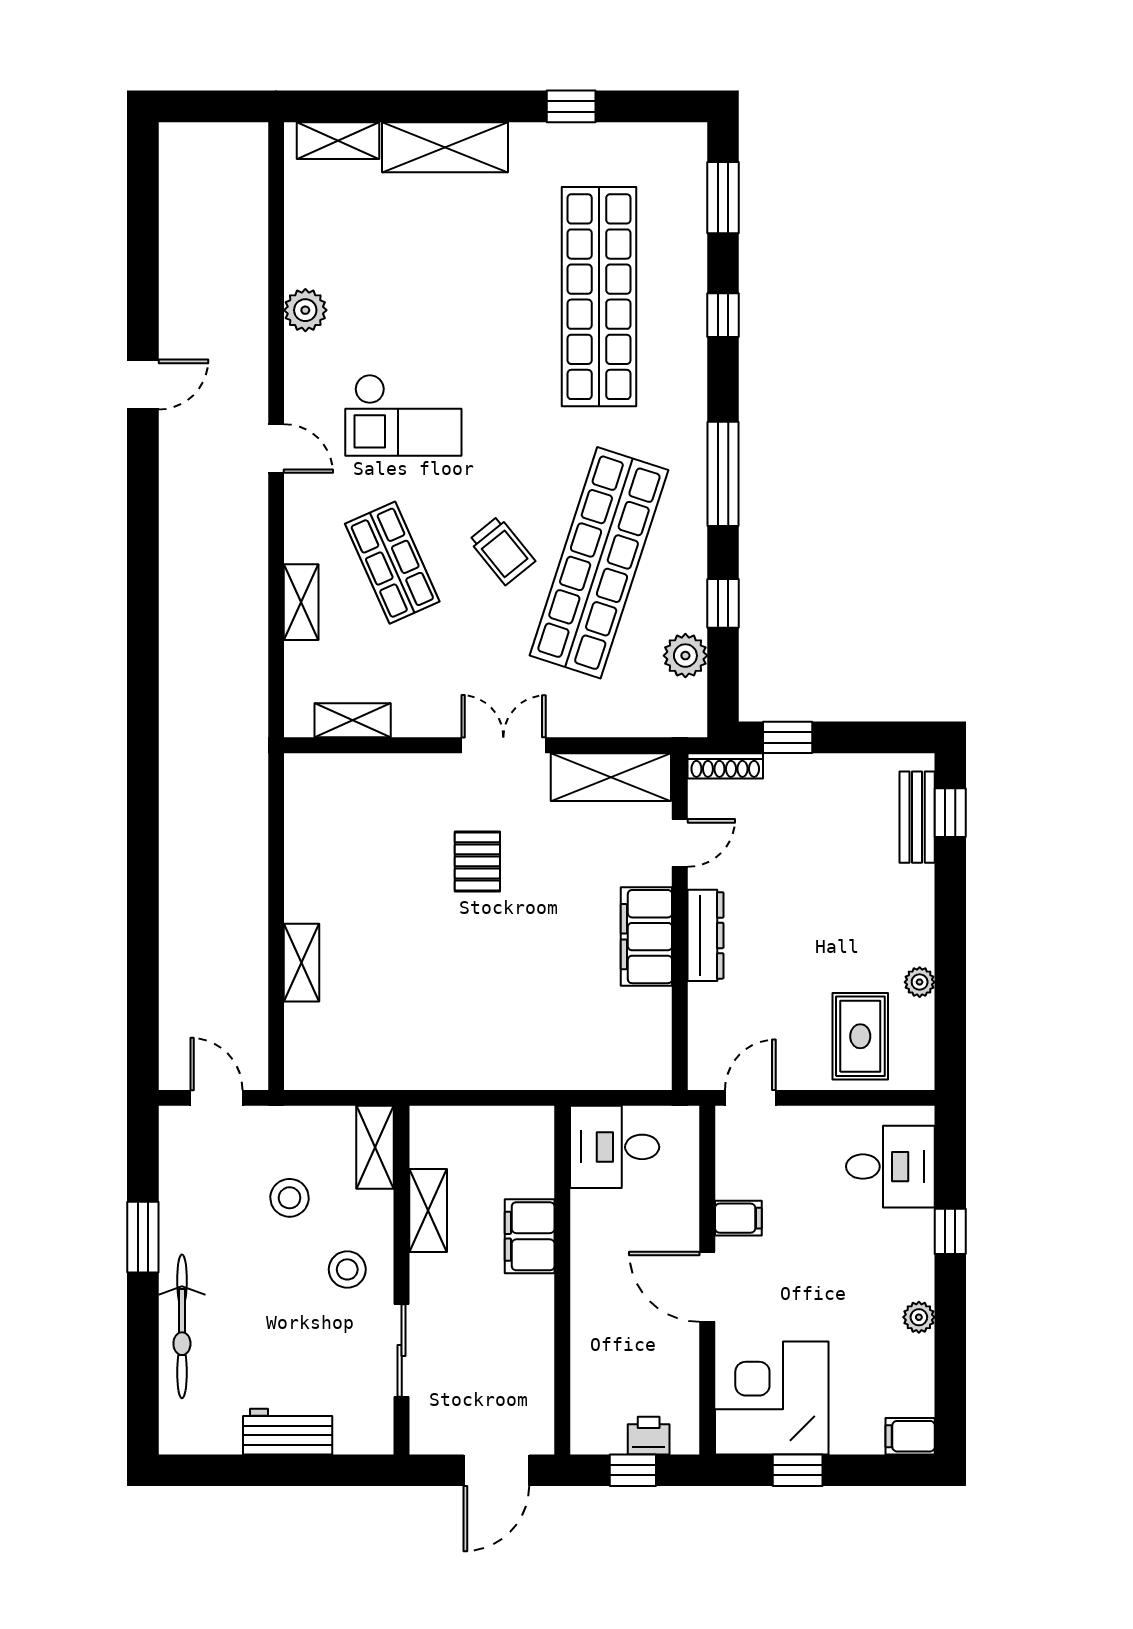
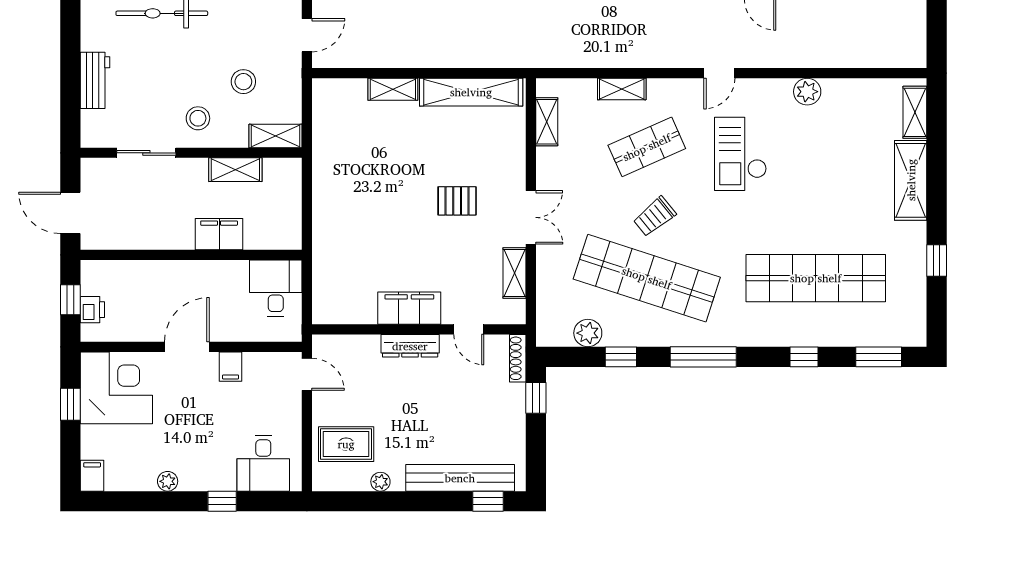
shelving: (611, 777) -> (514, 273), width x0.67, depth x0.75
bench: (917, 817) -> (460, 478), width x1.86, depth x1.21
shelving: (306, 839) -> (471, 92), added

